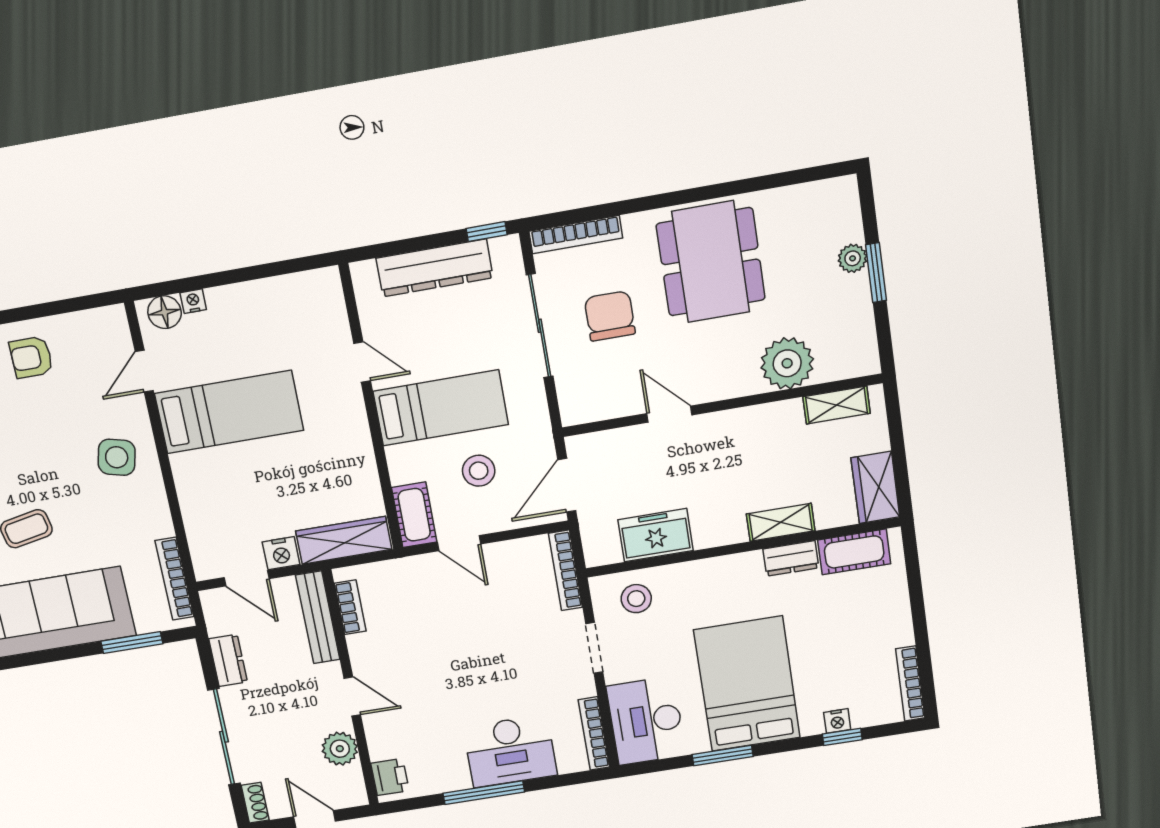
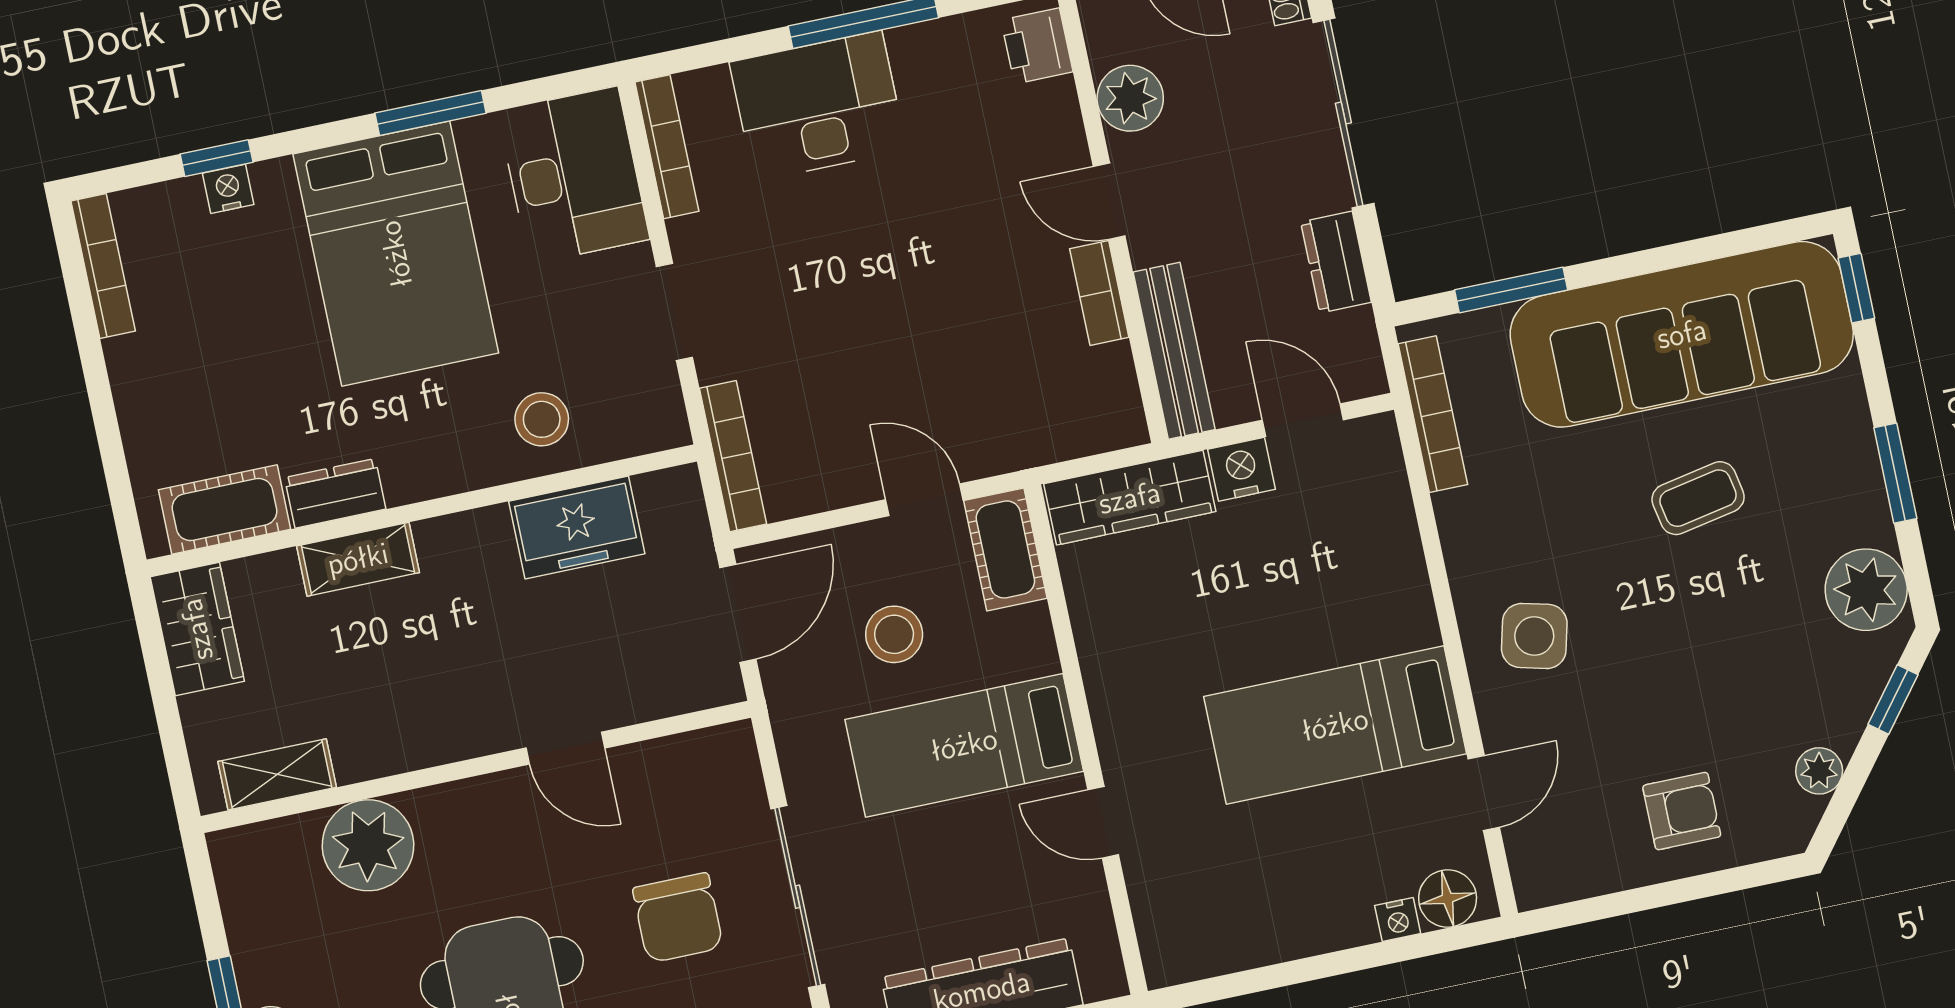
stool: (636, 599) -> (542, 419), moved
bookcase: (350, 607) -> (1099, 293), moved

